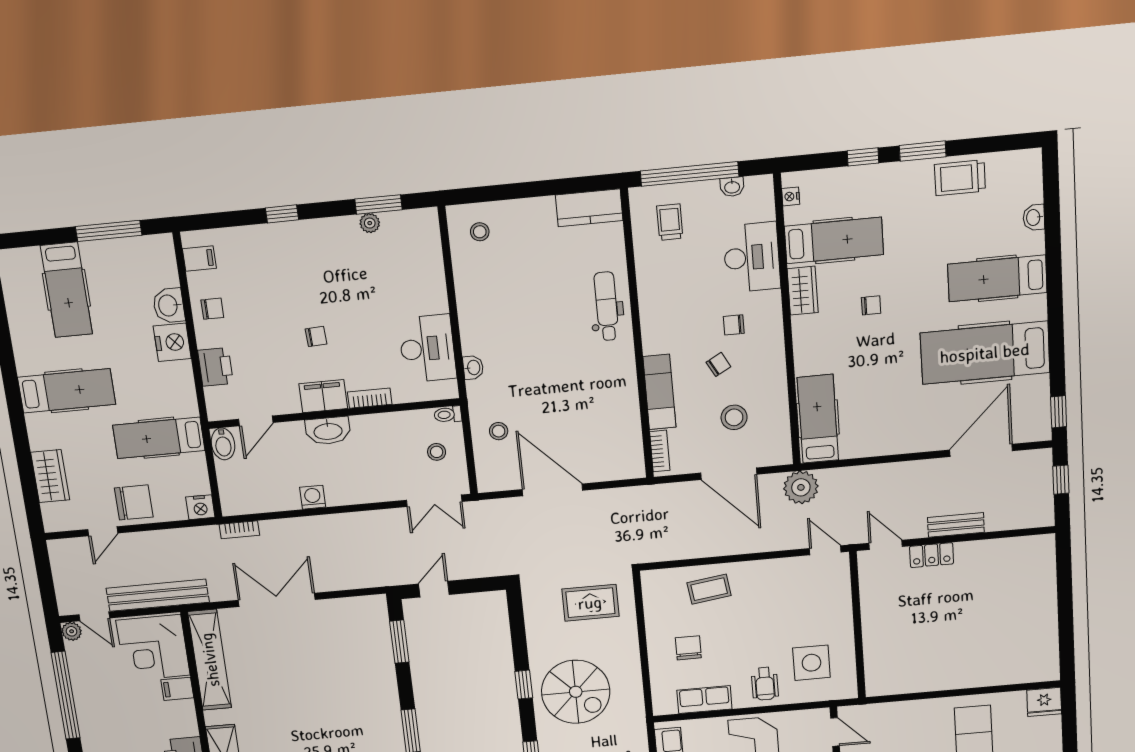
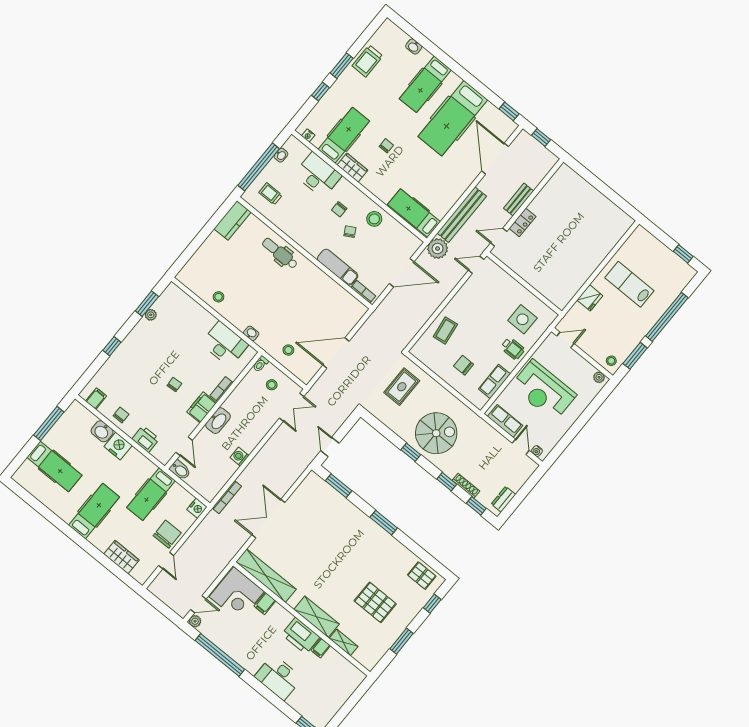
stool: (480, 232) -> (219, 297), moved
stool: (734, 417) -> (374, 219), moved
bookcase: (239, 530) -> (227, 497), width x1.56
bench: (158, 595) -> (462, 215), moved
fridge: (1044, 702) -> (590, 298), moved

